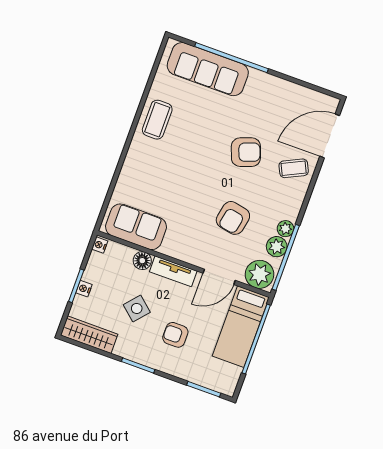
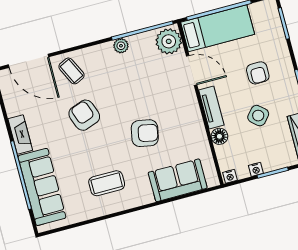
fireplace: (269, 82) -> (20, 134), added
coffee table: (157, 120) -> (107, 183), moved
armchair: (233, 218) -> (145, 133), moved
sofa: (136, 227) -> (178, 180), moved, turned 90
plant: (277, 247) -> (139, 43), removed
nightstand: (84, 289) -> (256, 169), moved

